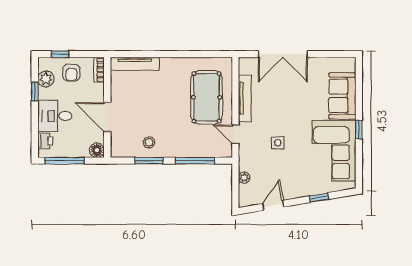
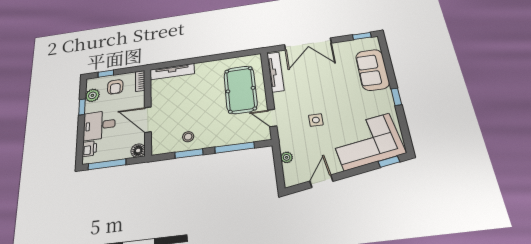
window: (340, 54) -> (362, 36), added
tv unit: (245, 98) -> (275, 72), moved
corner sofa: (334, 151) -> (367, 142), moved, turned 80
window: (319, 198) -> (389, 162), moved

